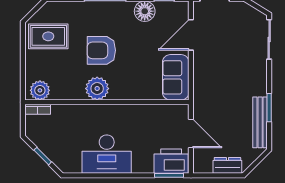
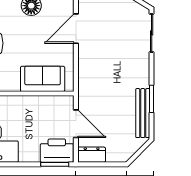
sofa: (176, 77) -> (43, 79), moved, turned 90
dresser: (227, 165) -> (92, 155), moved

